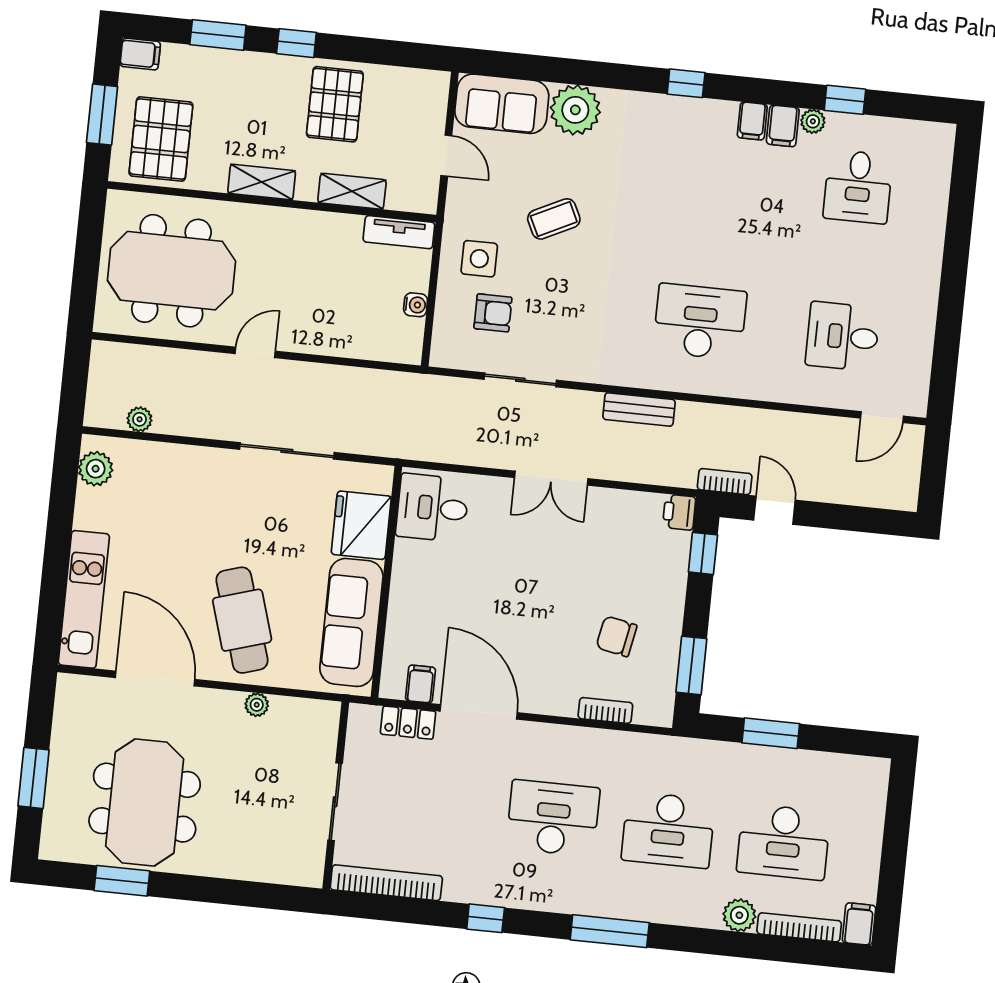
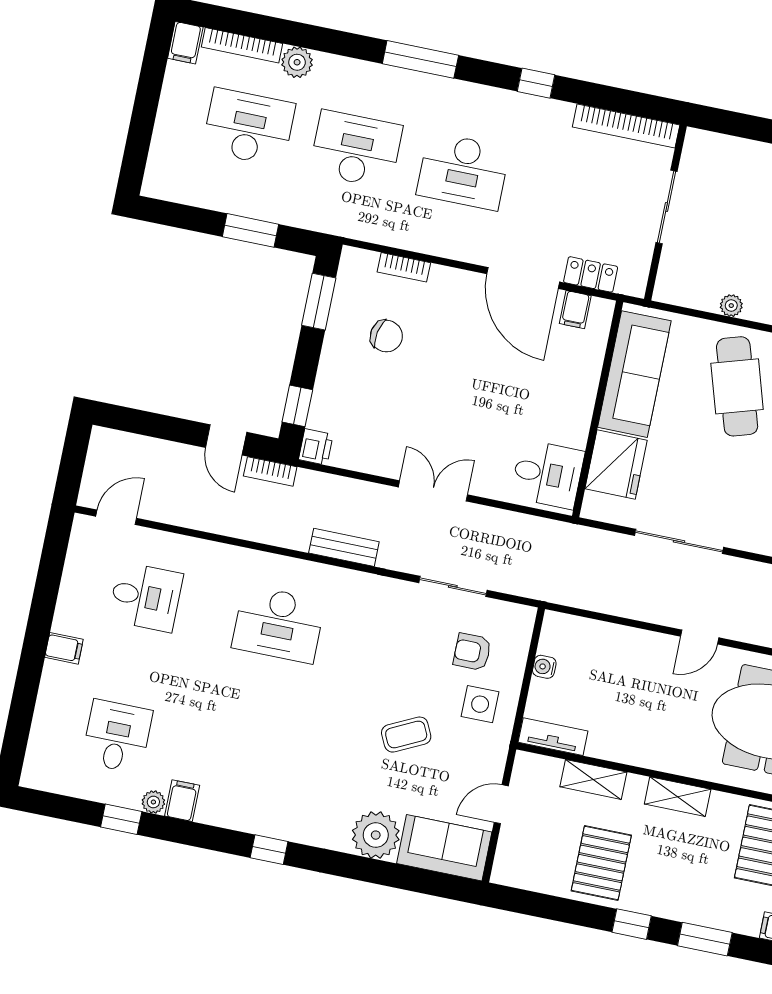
filing cabinet: (752, 121) -> (64, 648), moved, turned 90
door: (446, 156) -> (501, 804), hinge flipped

